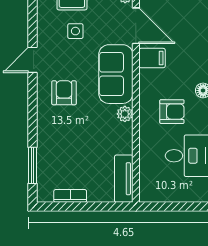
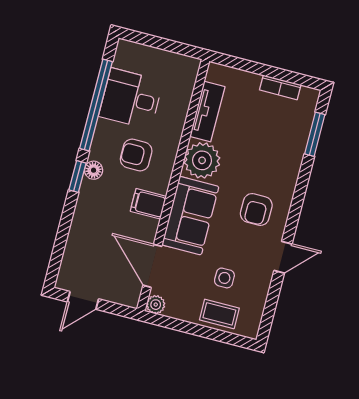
filing cabinet: (152, 58) -> (148, 204), moved
plant: (125, 114) -> (202, 160), width x1.87, depth x1.87
tv unit: (124, 179) -> (207, 112), moved

